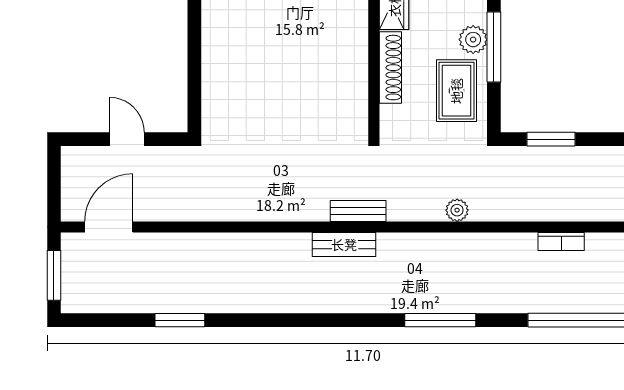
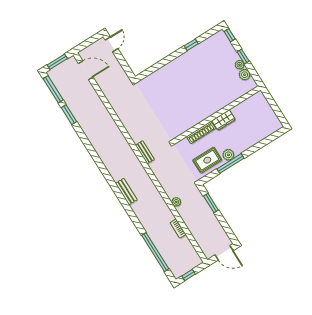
door: (127, 139) -> (111, 44), moved
plant: (457, 210) -> (176, 202), moved
bench: (344, 244) -> (126, 192), moved
window: (440, 320) -> (53, 89), moved

